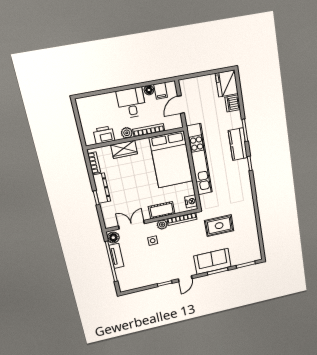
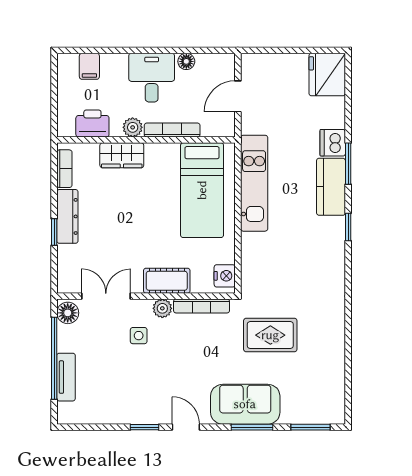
filing cabinet: (161, 91) -> (89, 66), moved
dishwasher: (233, 103) -> (333, 143), moved
bed: (171, 160) -> (202, 190), width x0.67
kitchen unit: (199, 160) -> (254, 183), width x0.73
tv unit: (117, 256) -> (66, 377), moved
door: (185, 279) -> (186, 427), swing flipped

